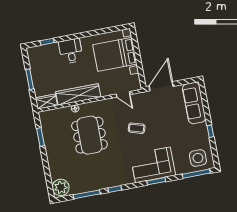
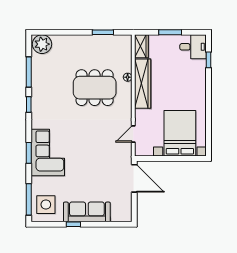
desk: (71, 51) -> (193, 47), moved
sofa: (194, 103) -> (87, 212), moved
coffee table: (137, 128) -> (92, 142), removed

